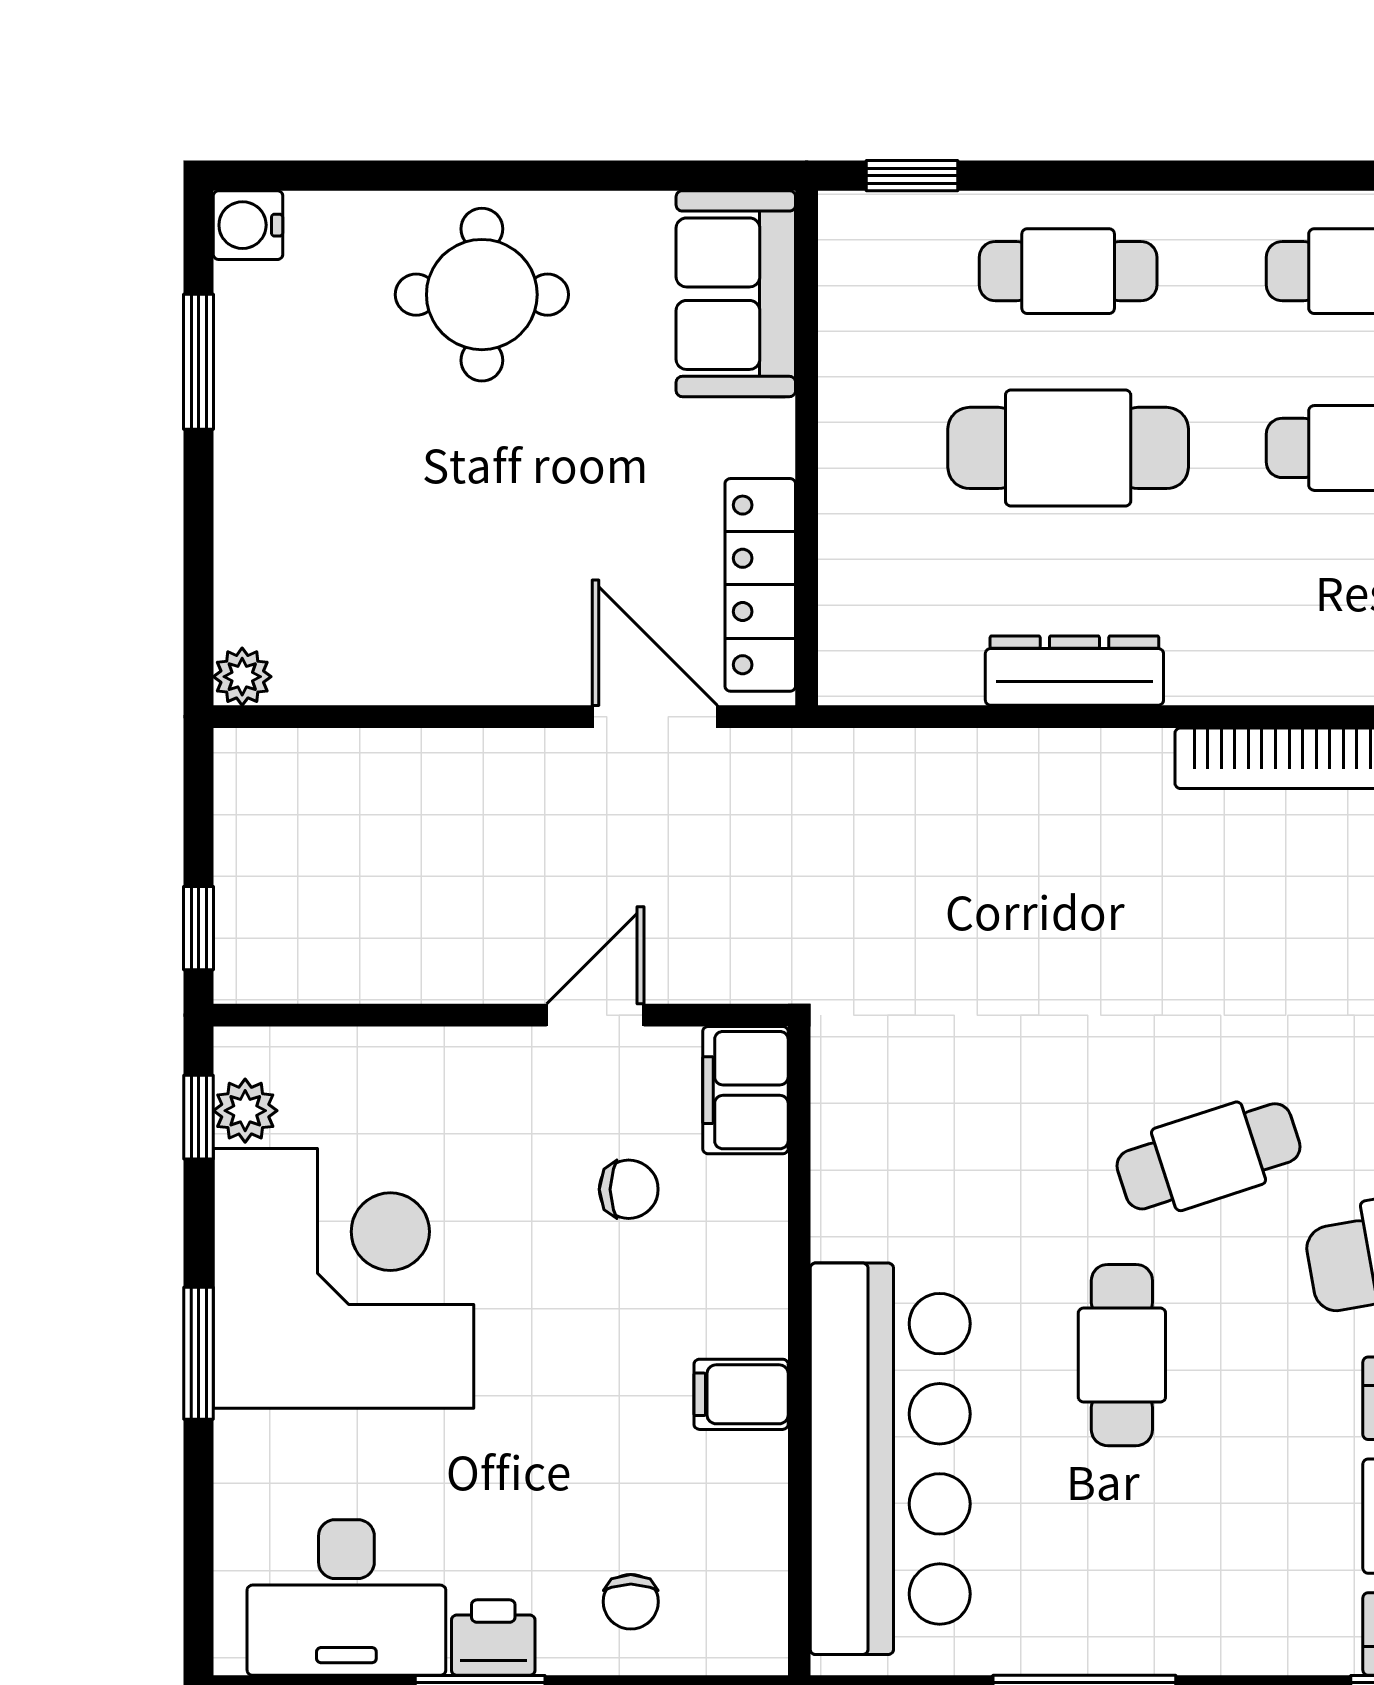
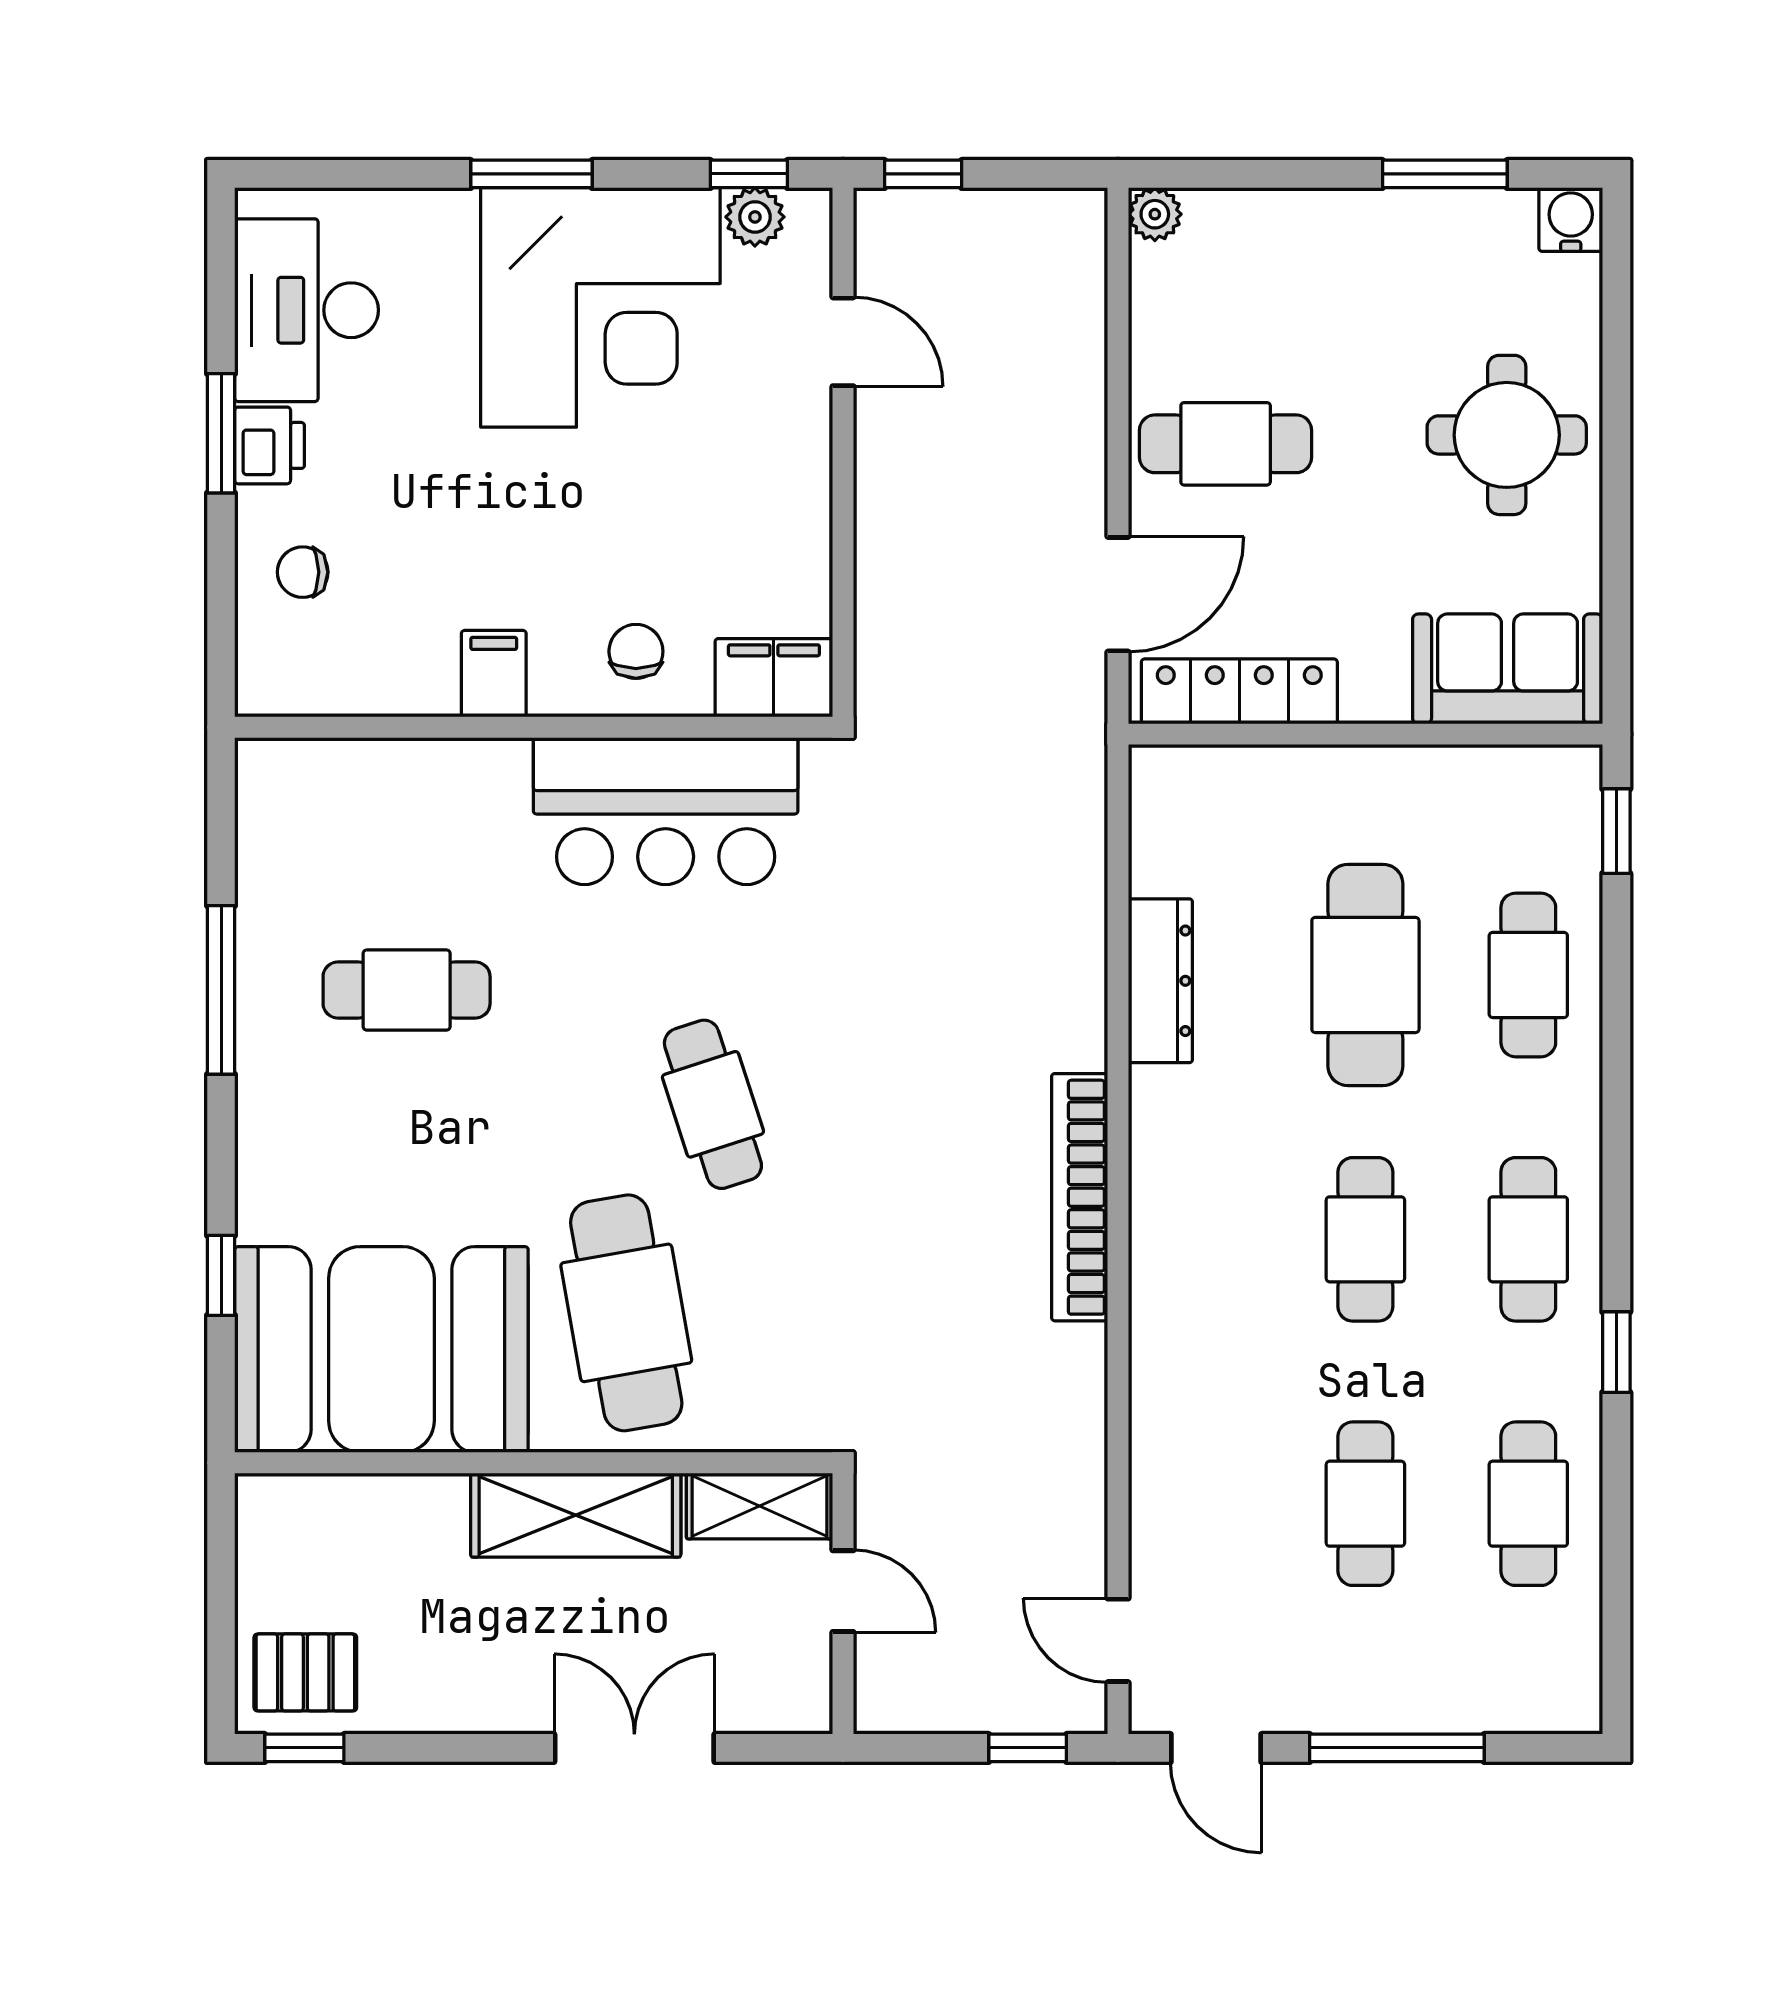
cafe table: (492, 600) -> (1226, 444), added
door: (595, 1015) -> (843, 342), moved
chair: (629, 1189) -> (636, 651), moved, turned 180
cafe table: (1122, 1355) -> (407, 990), moved
bar counter: (890, 1459) -> (666, 811), moved, width x0.73

